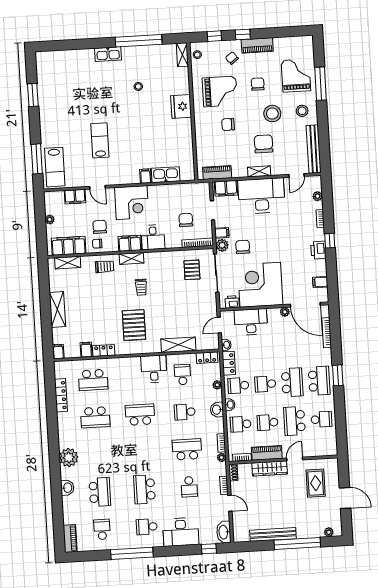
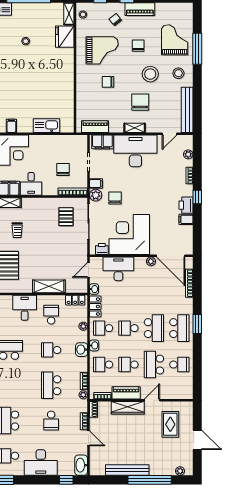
fridge: (181, 106) -> (65, 37), moved
filing cabinet: (145, 176) -> (11, 126), moved
filing cabinet: (320, 282) -> (186, 219), moved
school desk: (187, 449) -> (51, 385), turned -90

